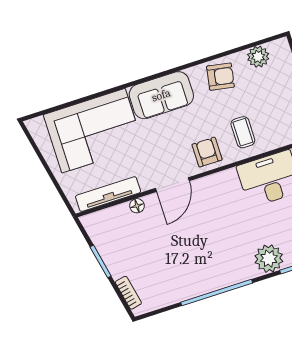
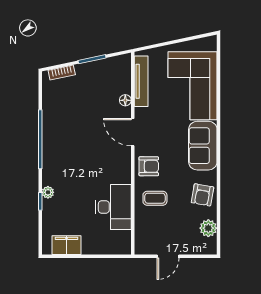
plant: (269, 259) -> (48, 192), width x0.53, depth x0.53

